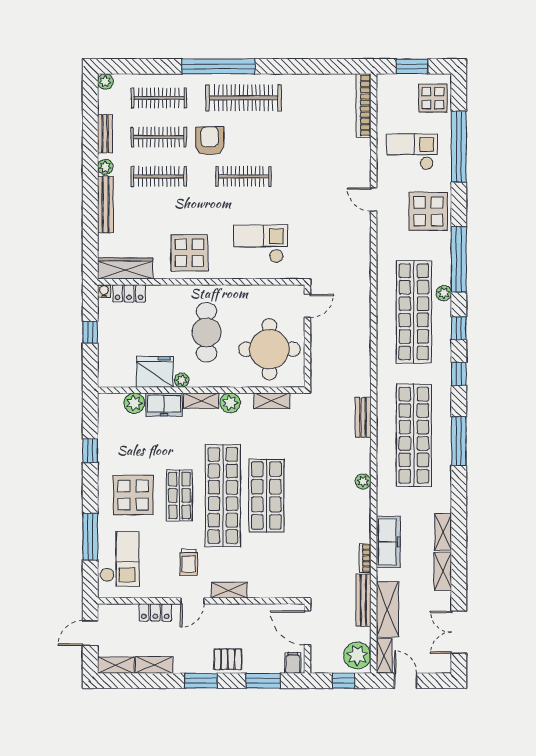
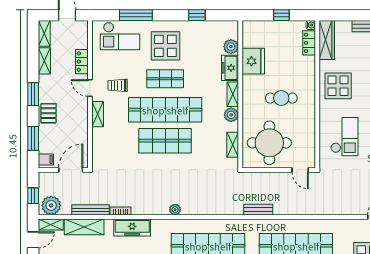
cafe table: (206, 332) -> (281, 98), width x0.73, depth x0.74
plant: (182, 380) -> (247, 80), removed
bench: (363, 417) -> (258, 210), moved

